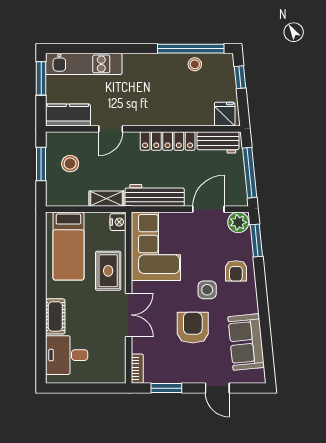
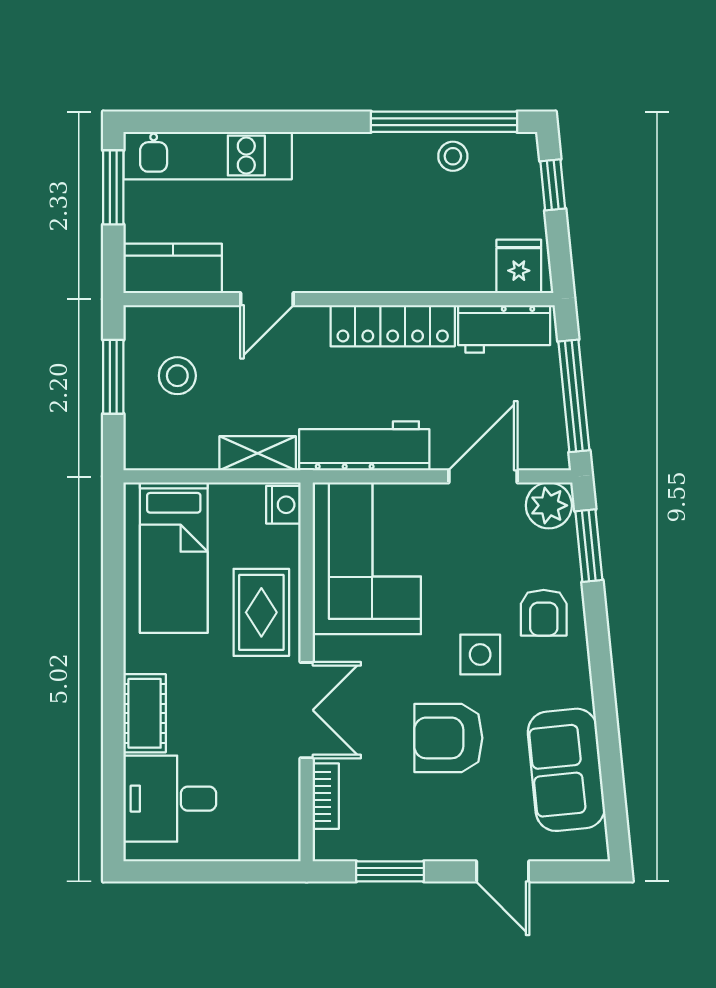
armchair: (193, 328) -> (448, 738), turned -90
bookcase: (137, 369) -> (326, 796), moved

